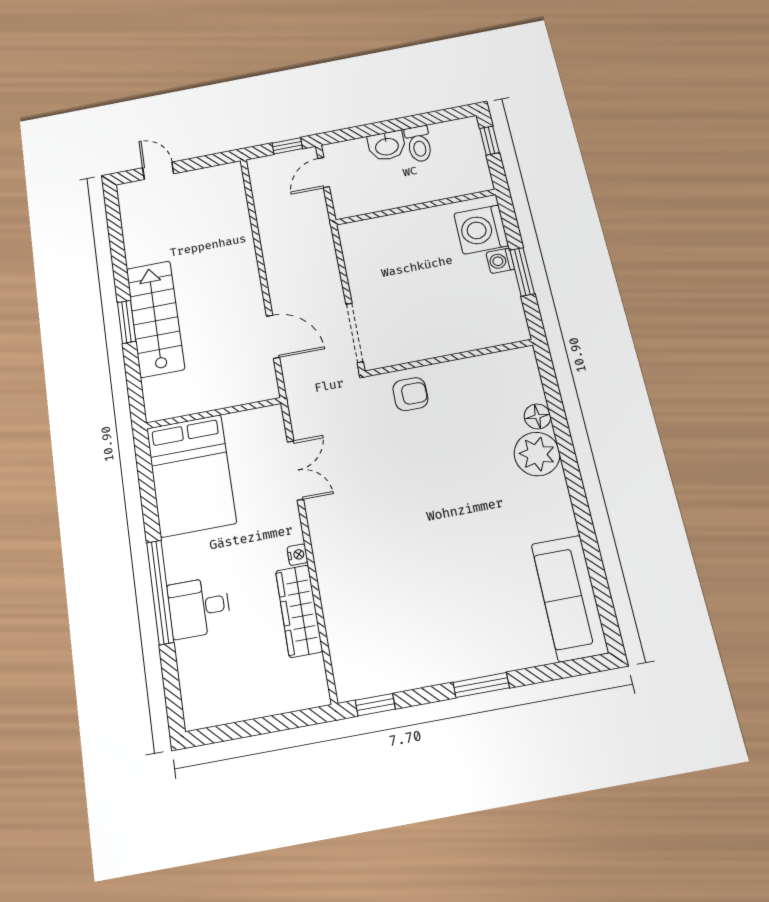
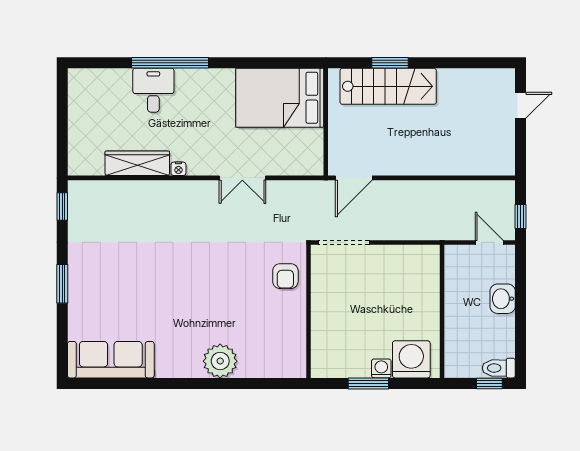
toilet: (419, 144) -> (499, 368), moved
wall: (214, 413) -> (326, 122), moved
floor lamp: (537, 416) -> (249, 368), removed
bed: (191, 475) -> (280, 98), moved

